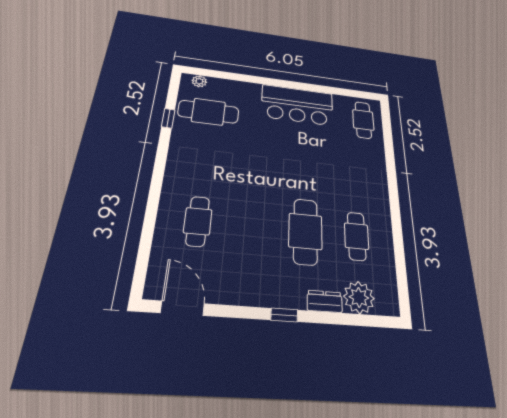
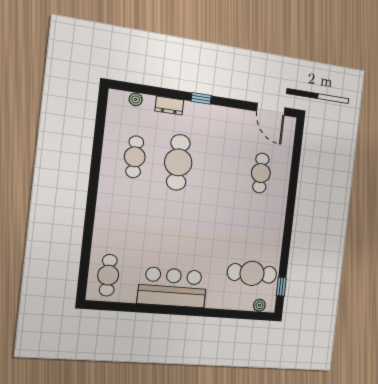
window: (168, 118) -> (281, 287), moved
plant: (359, 297) -> (136, 99), width x0.53, depth x0.53

